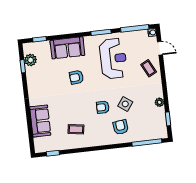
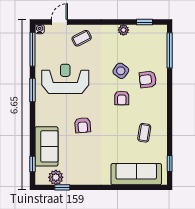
sofa: (67, 48) -> (46, 146), moved
sofa: (40, 121) -> (136, 174), width x1.36

